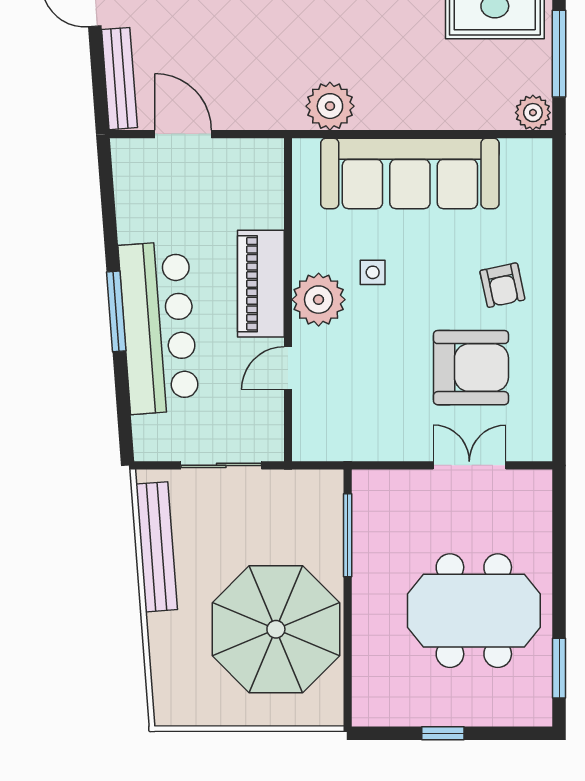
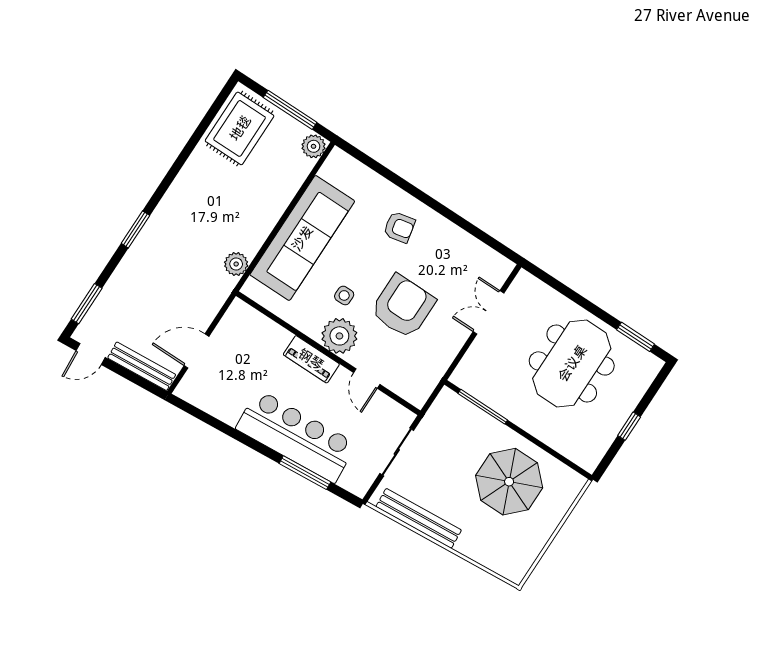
plant: (330, 106) -> (236, 264), width x0.73, depth x0.73
piano: (261, 284) -> (311, 359), width x0.73, depth x0.75
window: (116, 311) -> (305, 473), moved
armchair: (471, 368) -> (403, 306), moved
parasol: (276, 629) -> (509, 482), width x0.73, depth x0.73

